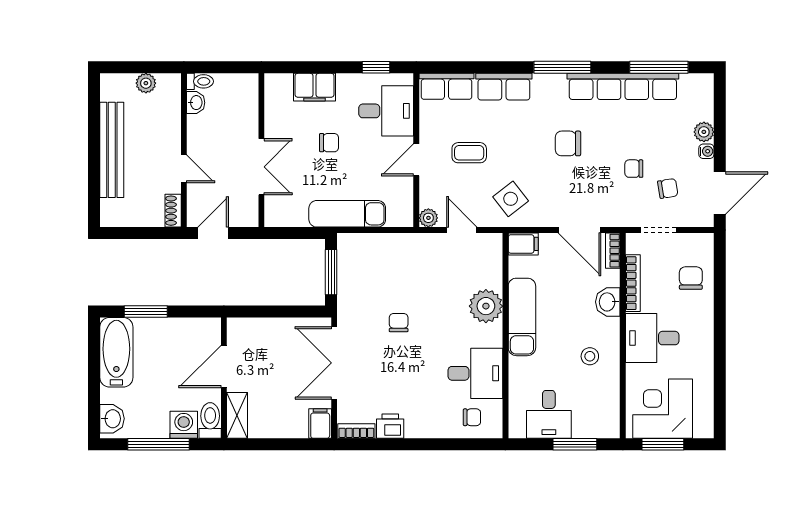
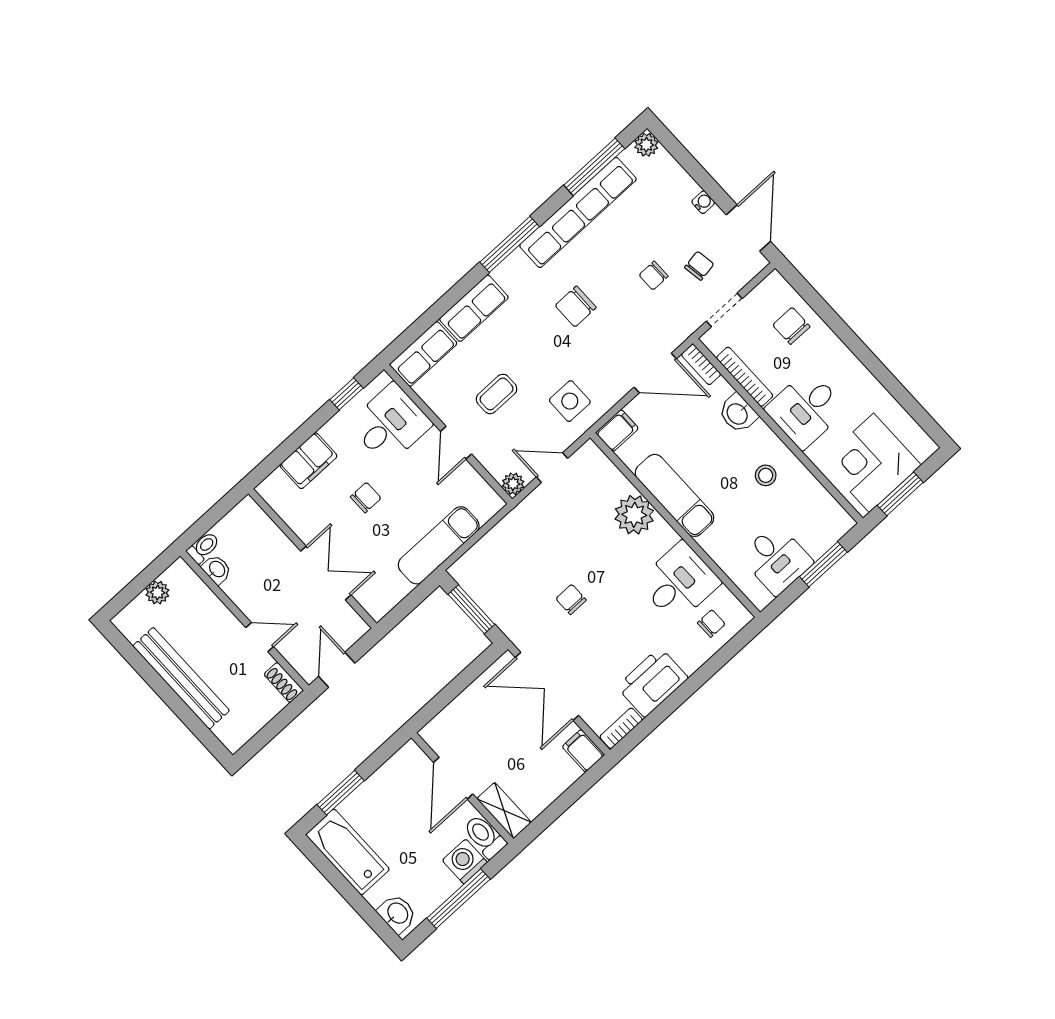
plant: (704, 132) -> (646, 145), moved
side table: (511, 199) -> (570, 401), turned 38
printer: (390, 426) -> (652, 682), width x1.87, depth x1.48

